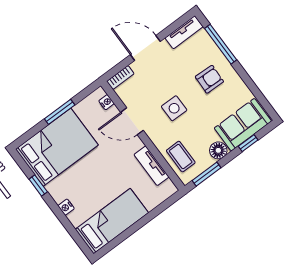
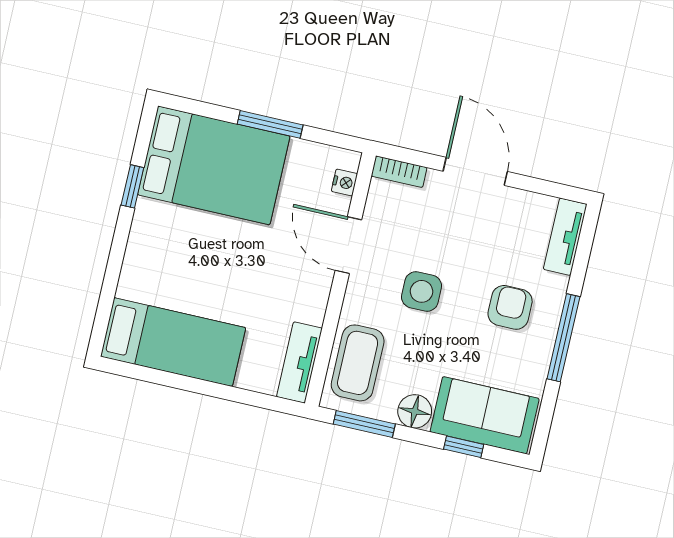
tv unit: (184, 32) -> (565, 237), moved, turned 90
window: (221, 44) -> (563, 338), moved
armchair: (209, 79) -> (510, 307), turned -92
coffee table: (181, 157) -> (358, 363), width x1.36, depth x1.30
tv unit: (152, 166) -> (299, 362), moved
nightstand: (66, 207) -> (136, 256), removed

